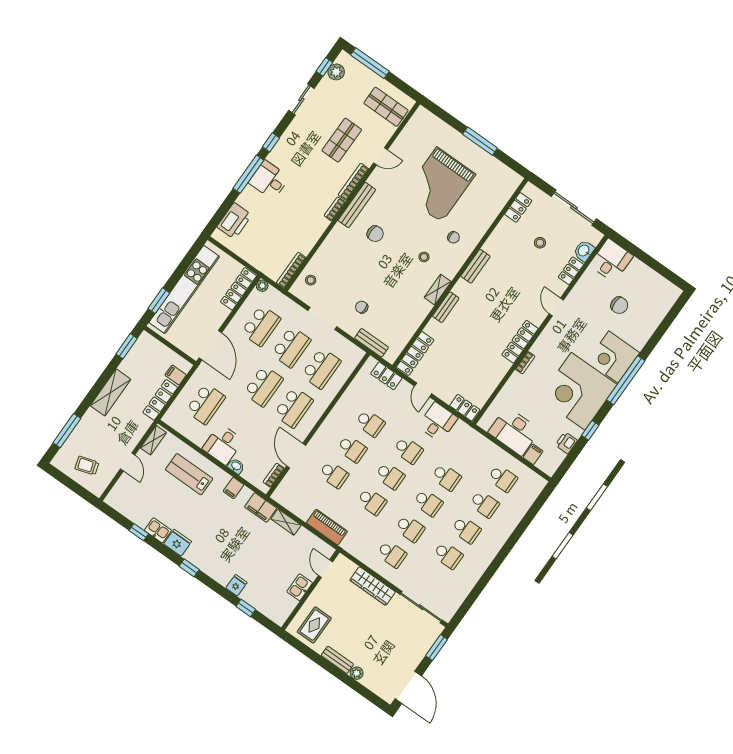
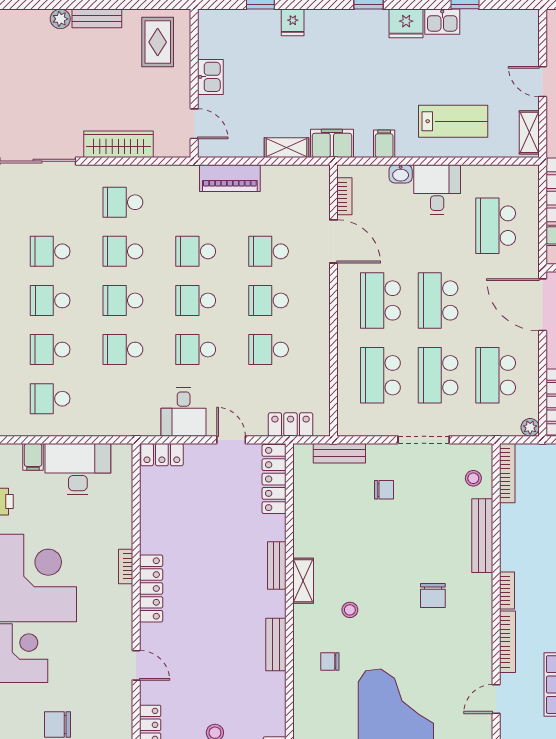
bench: (357, 205) -> (482, 536), moved
chair: (375, 234) -> (433, 595), turned -90

